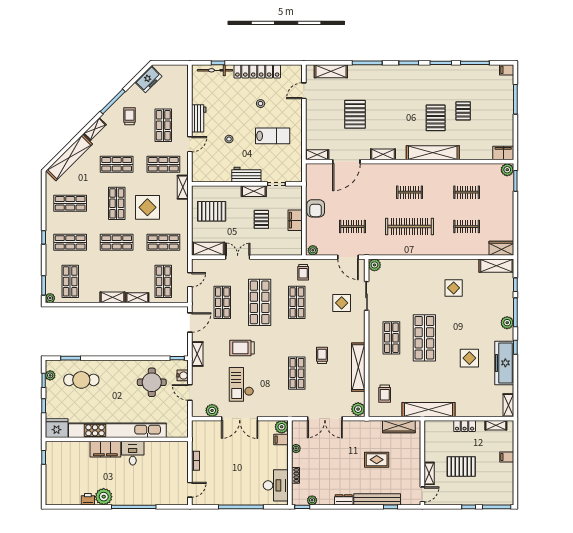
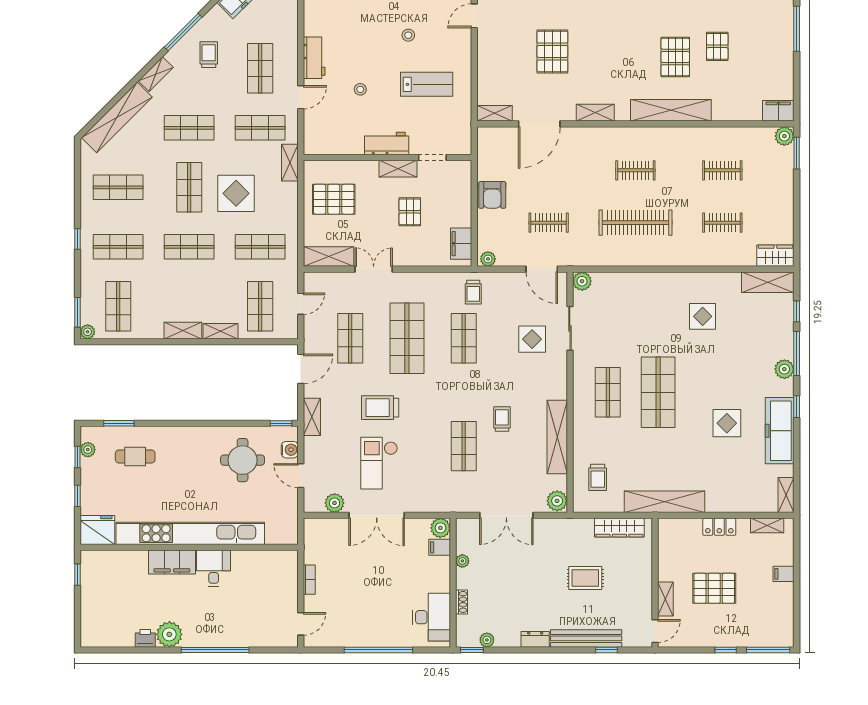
filing cabinet: (295, 220) -> (461, 244), moved
cafe table: (81, 380) -> (135, 456), width x0.73, depth x0.74

